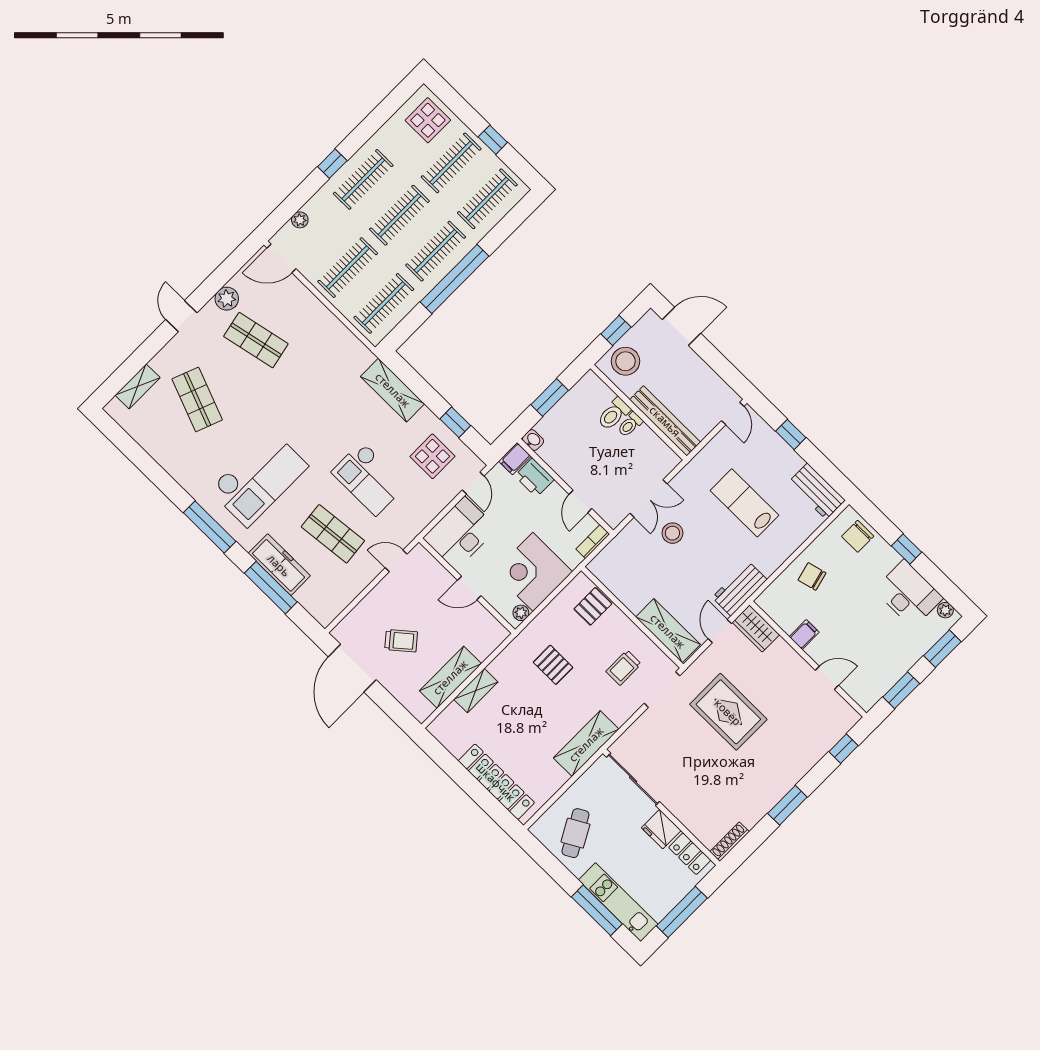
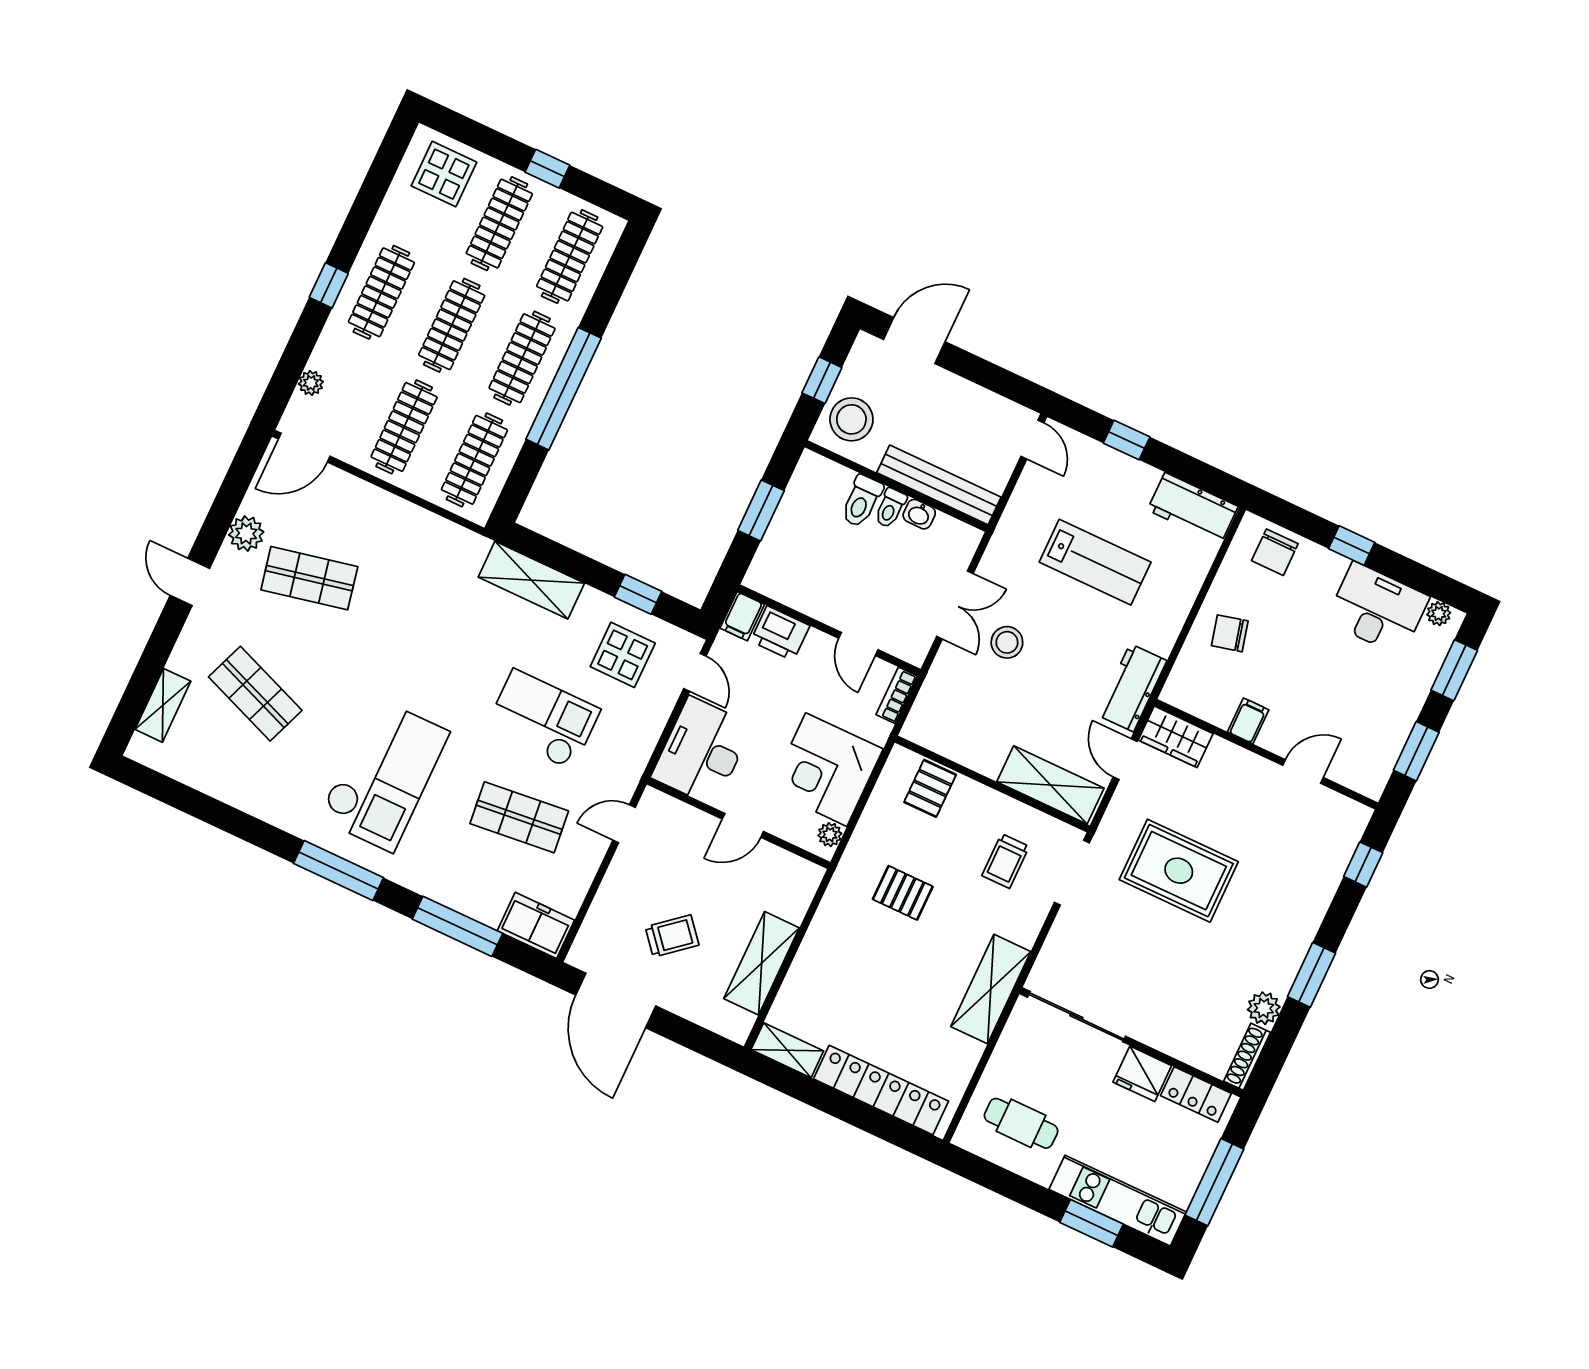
washbasin: (533, 440) -> (919, 514), moved, turned 180
checkout: (369, 479) -> (543, 719), turned 180
lab bench: (745, 503) -> (1095, 562), turned 180
freezer: (279, 565) -> (536, 925), moved, width x0.71
shelving: (476, 691) -> (787, 1050), moved, turned 90
plant: (751, 815) -> (1264, 1008), added
cafe table: (575, 833) -> (1021, 1123), turned -61
window: (597, 910) -> (1091, 1223), width x0.69

